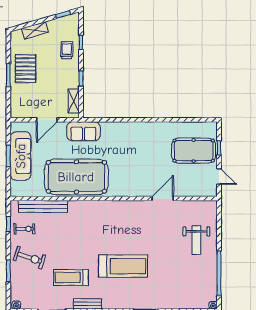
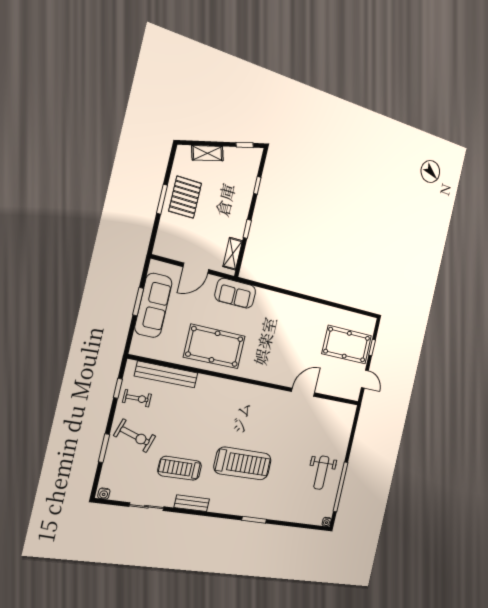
trolley: (67, 50) -> (239, 190), removed
pool table: (76, 177) -> (215, 347), width x0.73, depth x0.76
weight bench: (196, 240) -> (321, 473), moved

